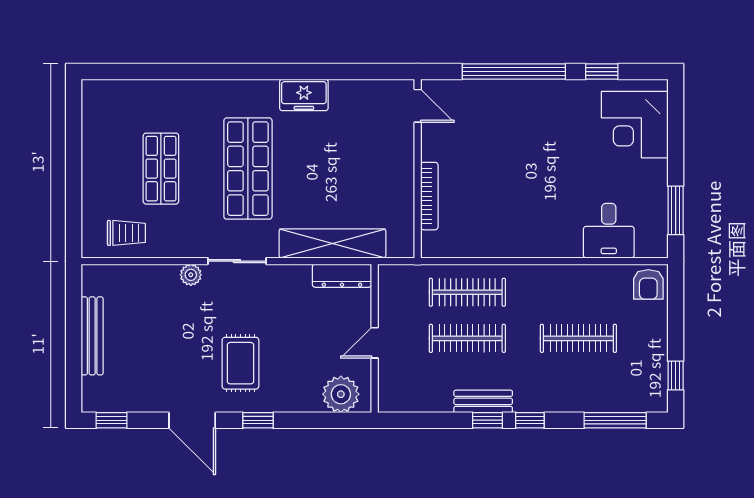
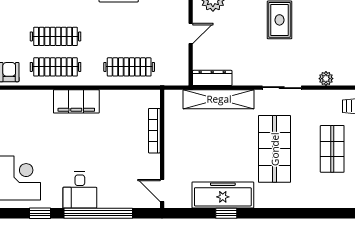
window: (321, 72) -> (226, 213), added
freezer: (304, 95) -> (223, 195), width x1.91, depth x1.26
desk: (609, 231) -> (80, 190), moved, turned 180
filing cabinet: (547, 240) -> (76, 101), added
plant: (191, 275) -> (326, 79), moved
clothes rail: (467, 338) -> (55, 67), moved

